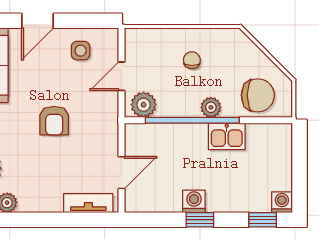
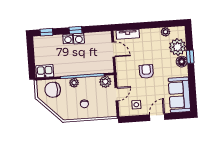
kitchen sink: (227, 136) -> (45, 71), moved
door: (121, 173) -> (113, 49), swing flipped
washing machine: (282, 202) -> (68, 39), moved

